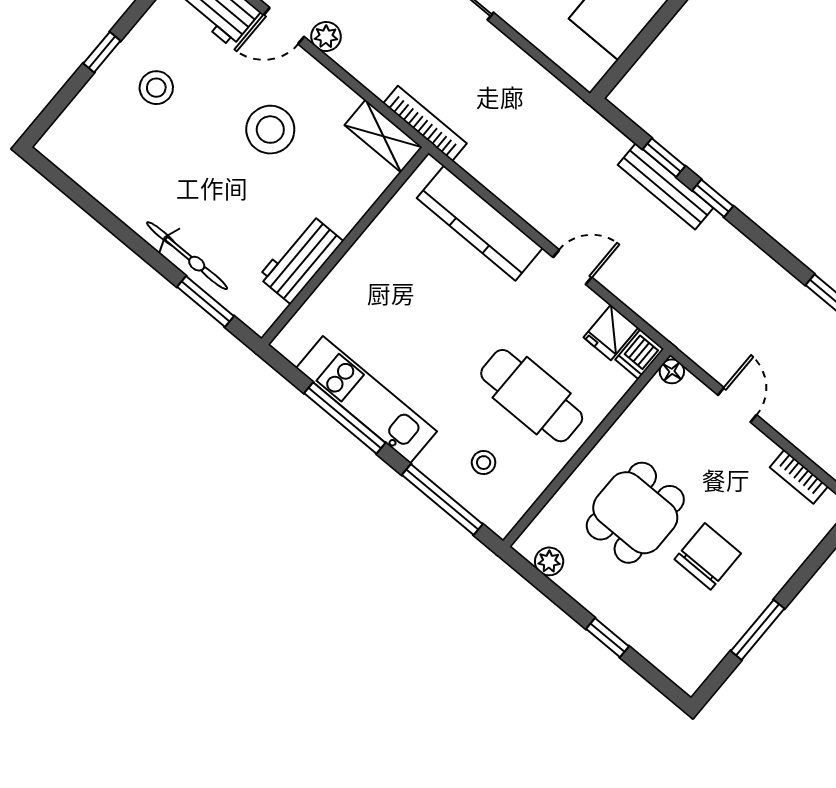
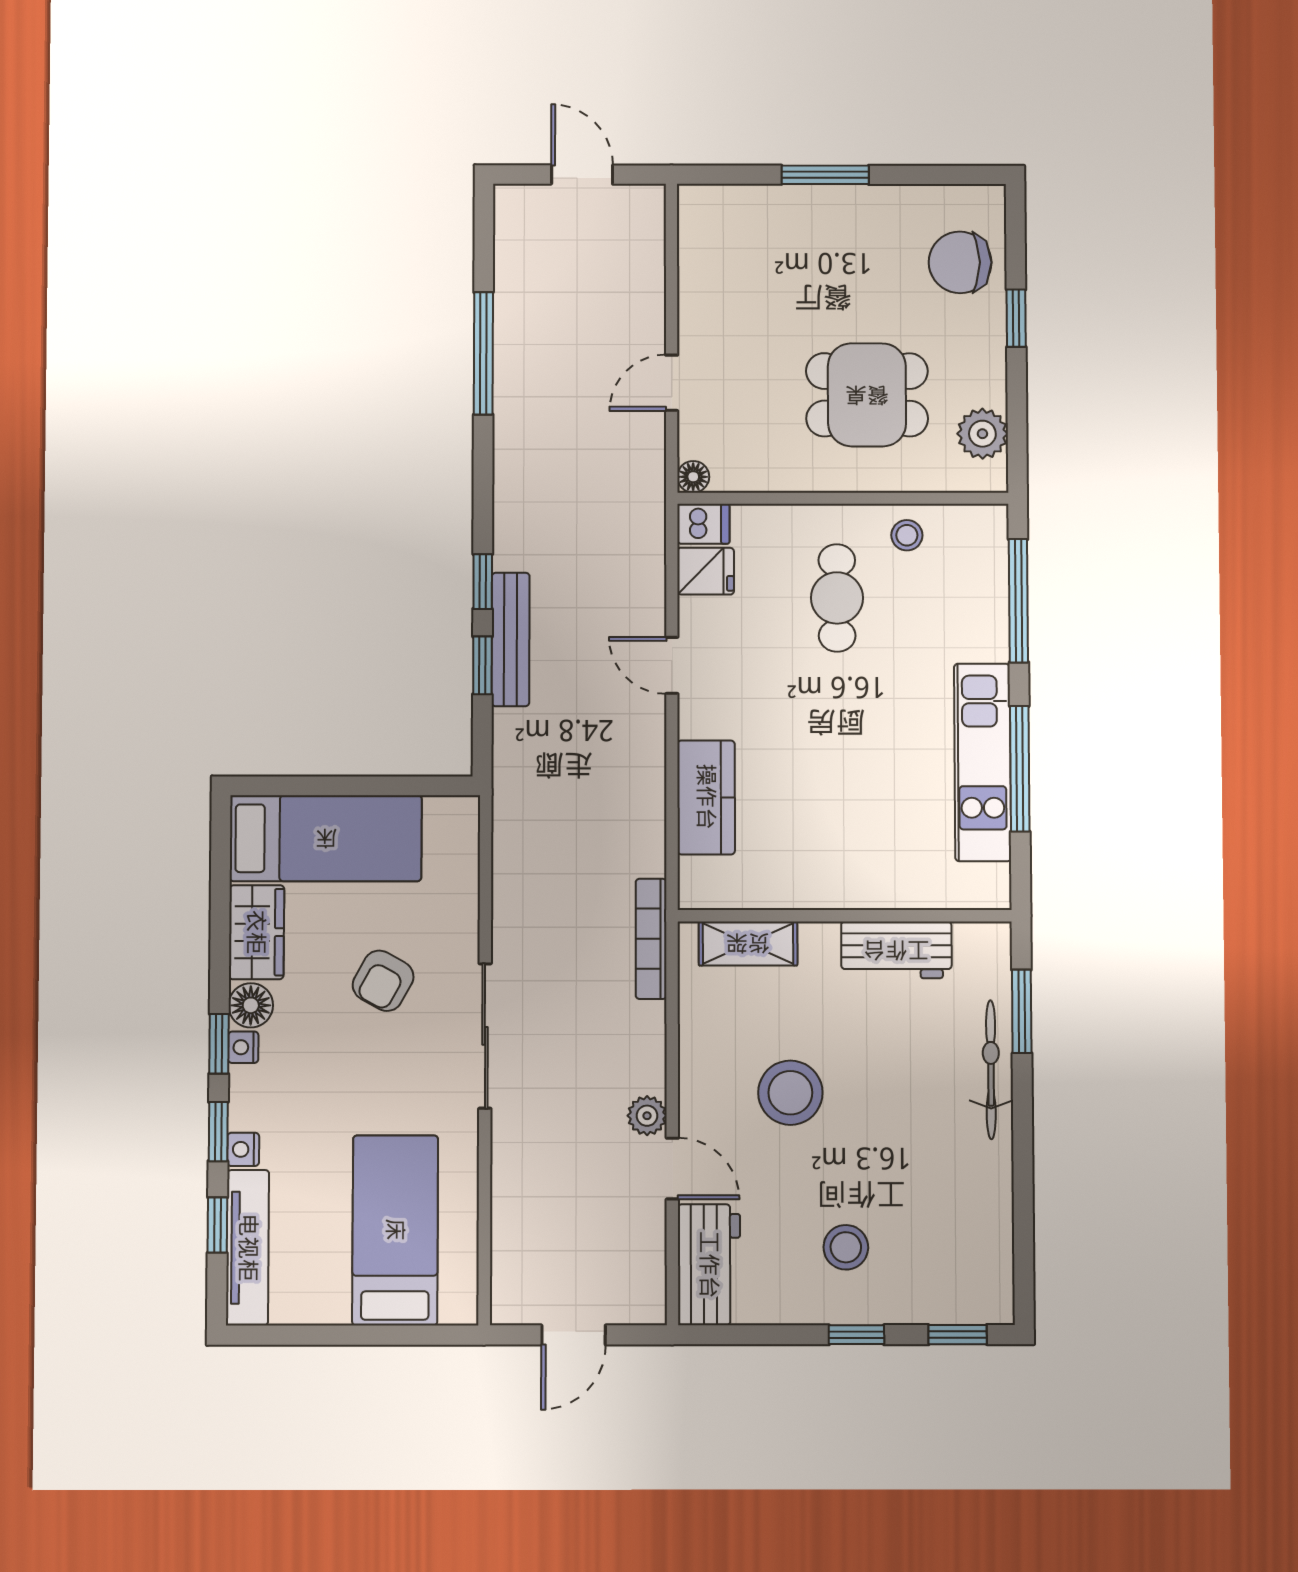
window: (54, 110) -> (958, 1335), added
shelving: (383, 136) -> (748, 943), moved, turned 90
kitchen counter: (480, 223) -> (706, 797), width x0.67
cafe table: (532, 396) -> (837, 598), width x0.73, depth x0.74
stool: (484, 463) -> (907, 535), moved
bookcase: (799, 477) -> (692, 261), removed
chair: (708, 556) -> (960, 262), moved
plant: (549, 561) -> (982, 434), width x1.38, depth x1.38
window: (758, 630) -> (825, 175), moved

